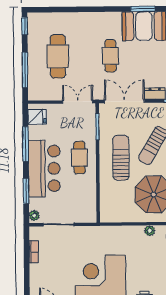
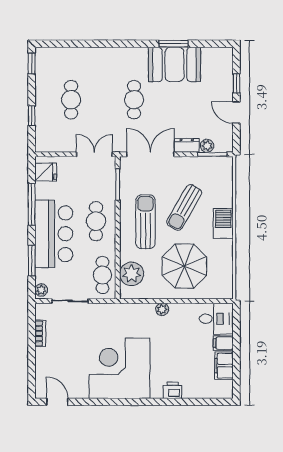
cafe table: (58, 56) -> (71, 100), width x0.73, depth x0.74
window: (25, 70) -> (32, 116), width x0.46
plant: (110, 201) -> (132, 274), added
cafe table: (85, 203) -> (102, 275), added
plant: (150, 231) -> (162, 309), moved

